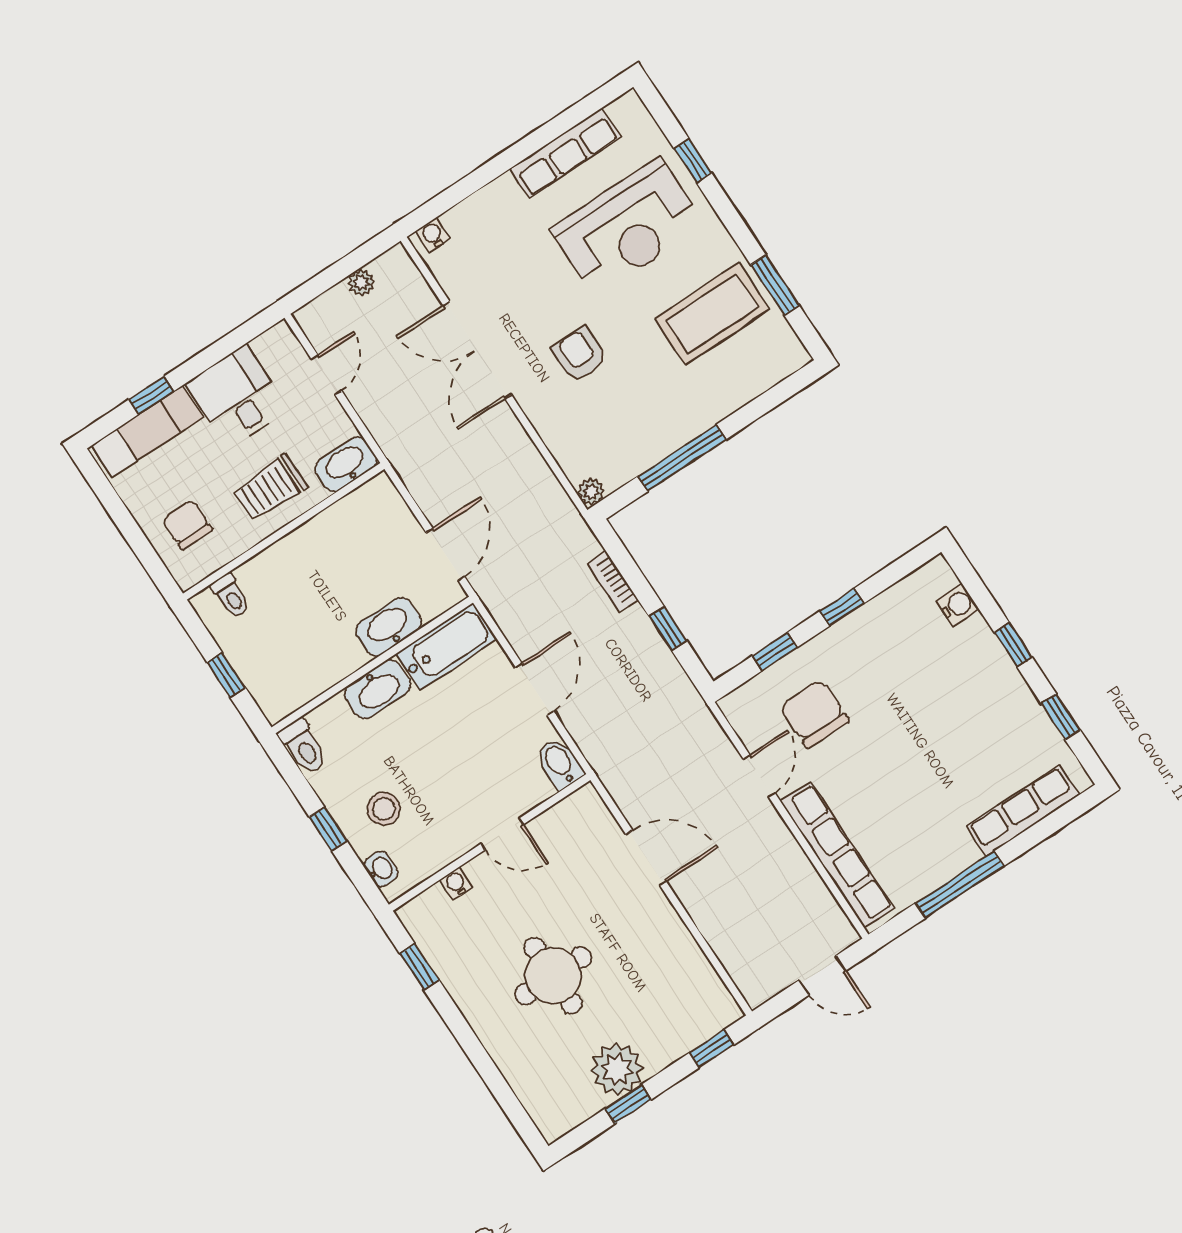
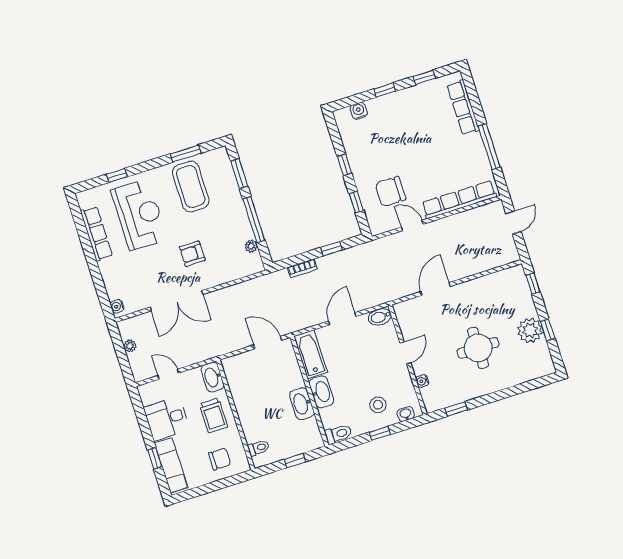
window: (765, 403) -> (239, 174), added
plant: (591, 492) -> (251, 246), moved
chair: (187, 524) -> (220, 459), turned 180
washbasin: (389, 627) -> (302, 404), moved
door: (535, 689) -> (342, 319), hinge flipped

